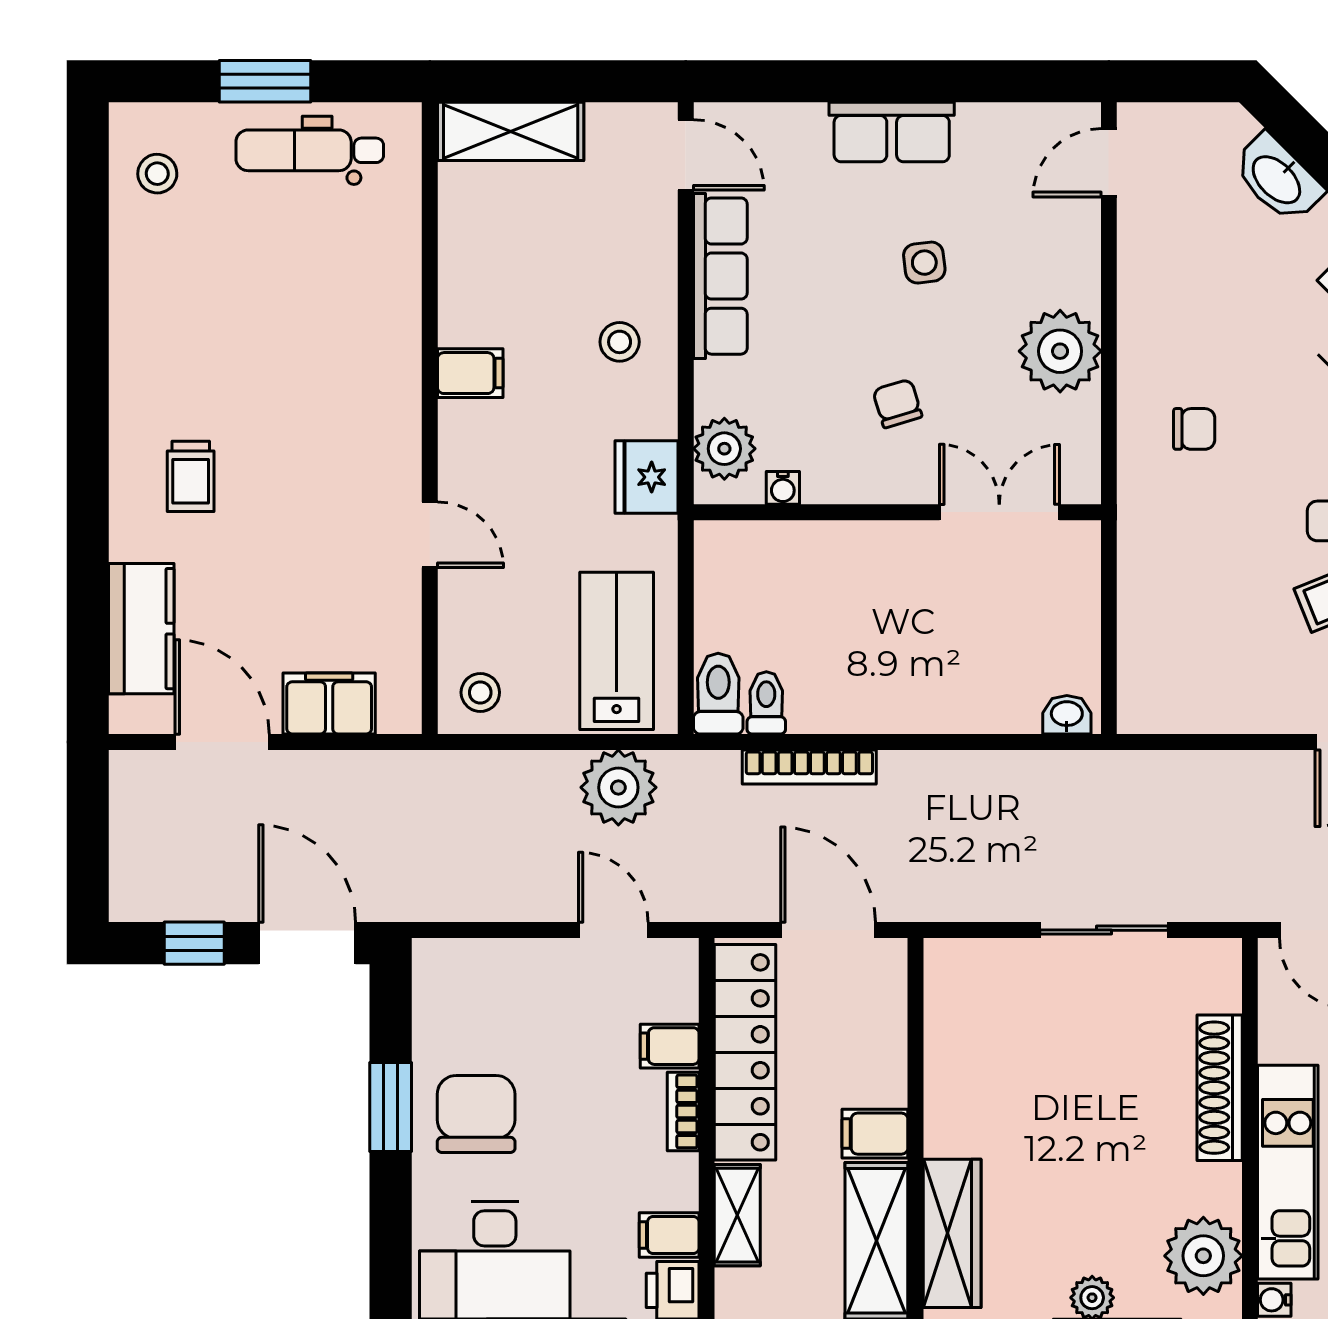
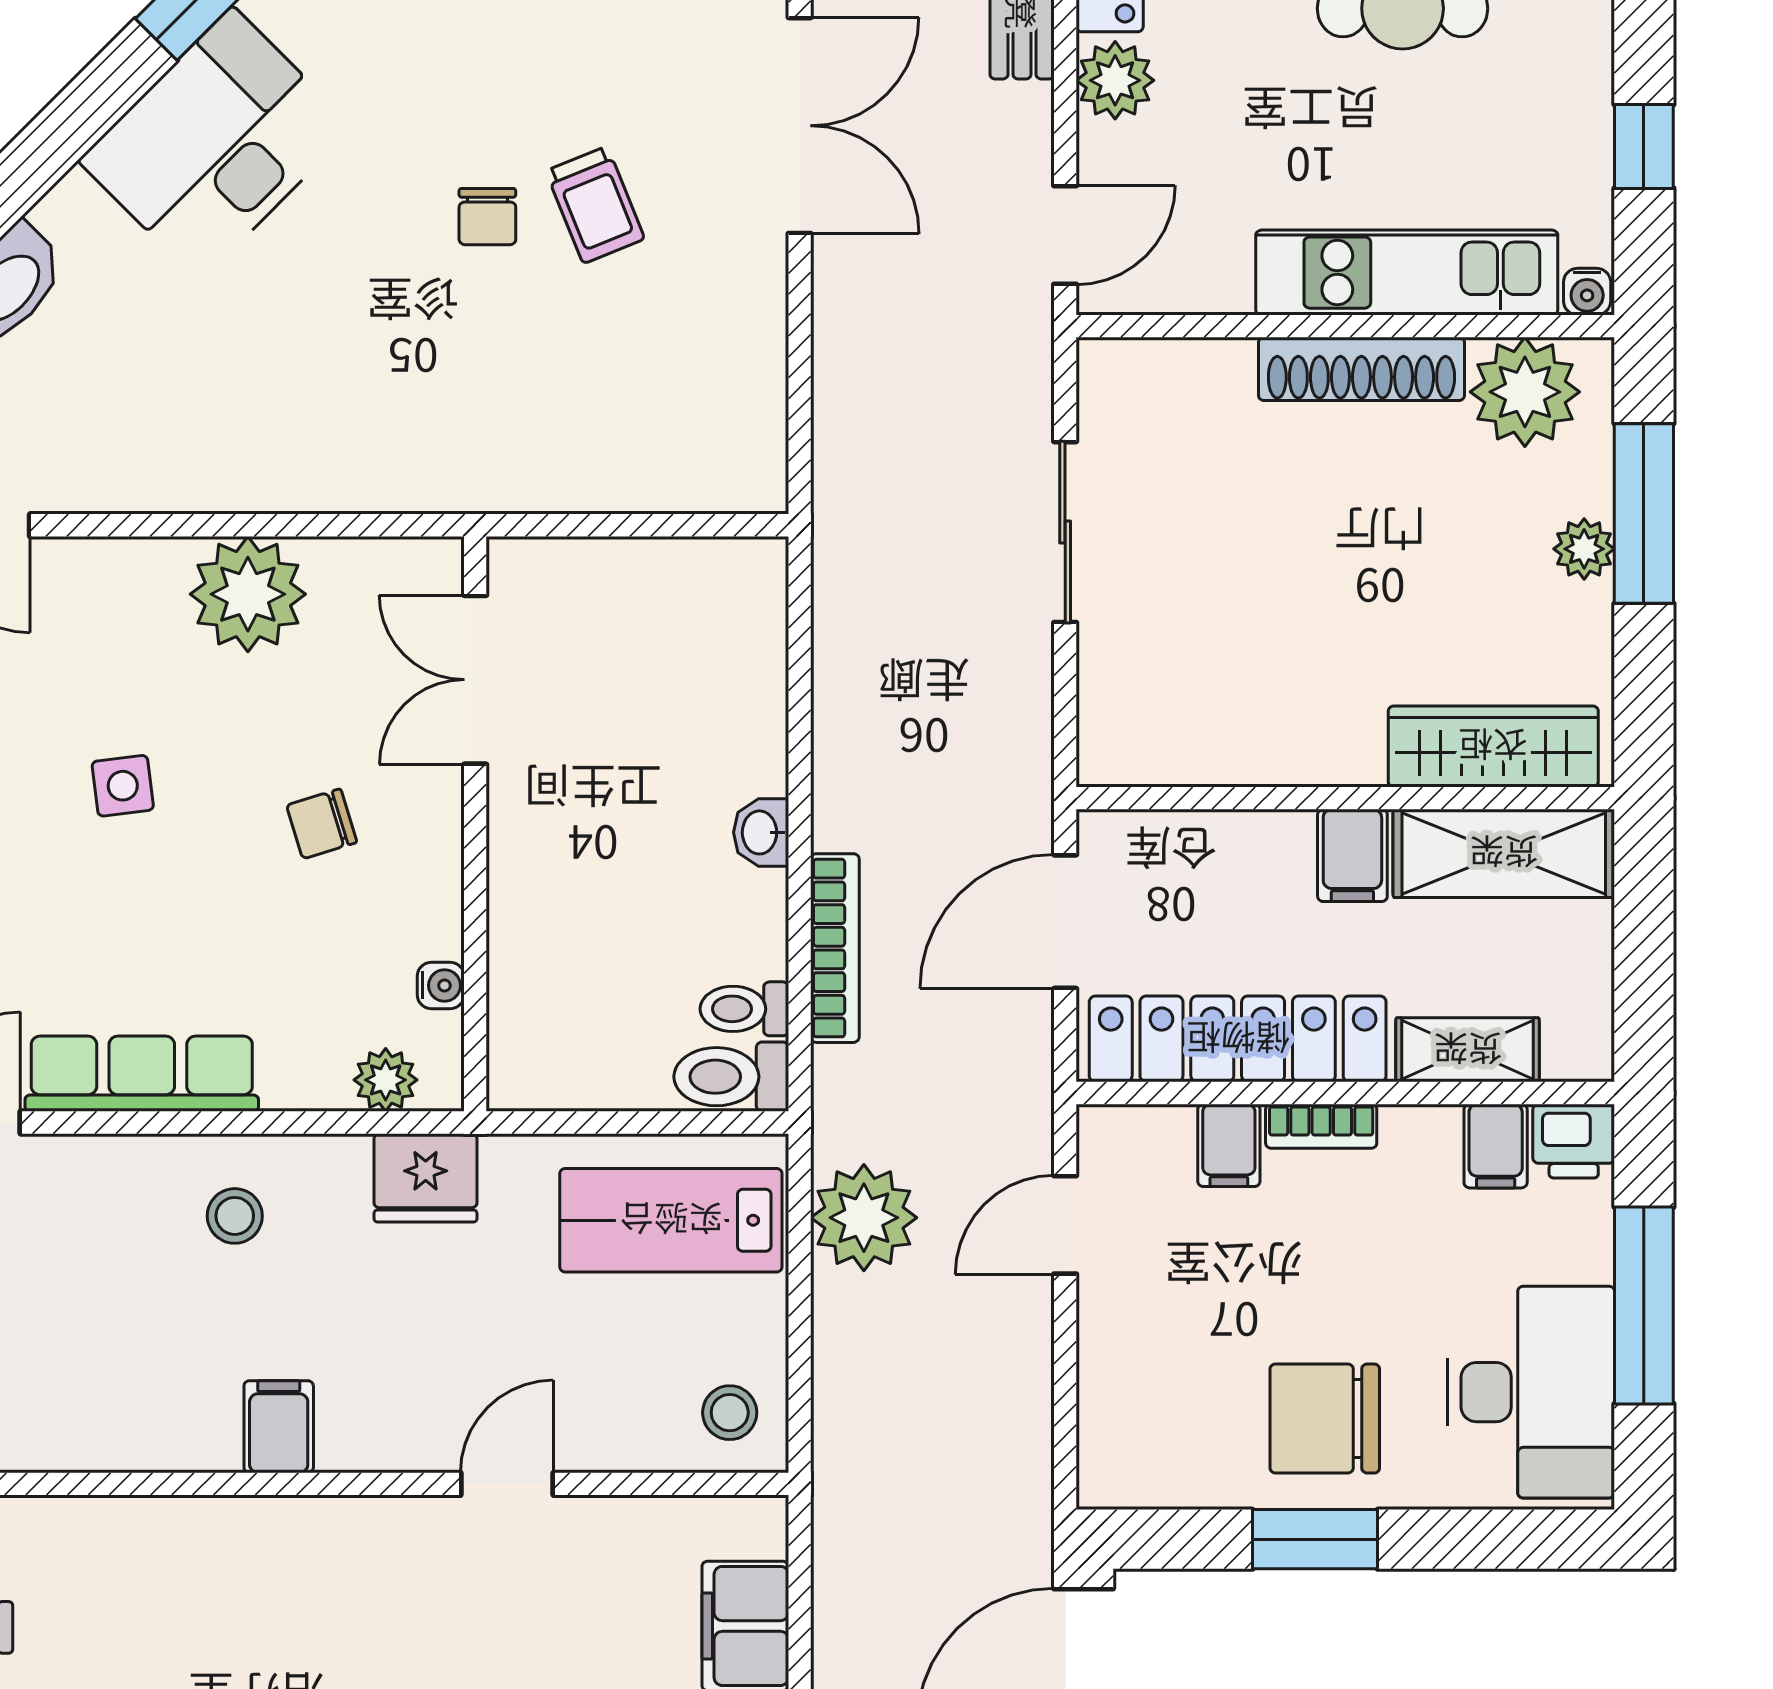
chair: (1194, 429) -> (358, 405), removed
plant: (724, 449) -> (386, 1080), width x0.73, depth x0.73
washbasin: (1067, 715) -> (761, 832), moved
shoe rack: (1220, 1088) -> (1361, 369), moved

